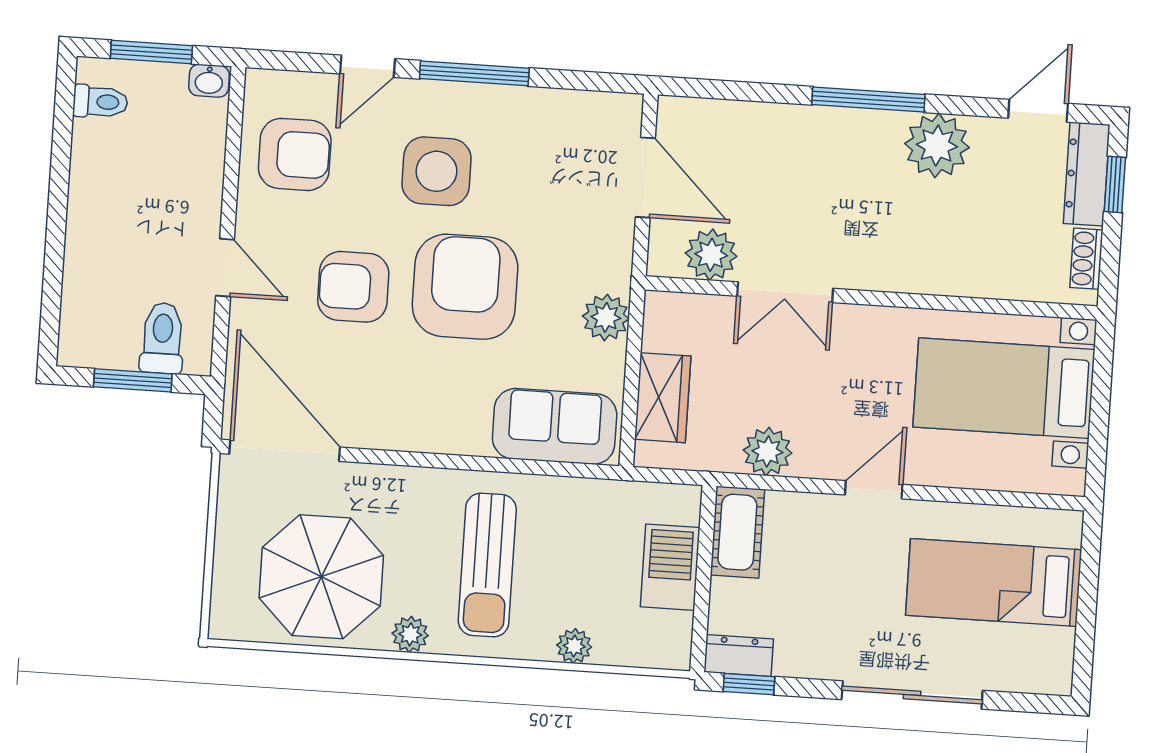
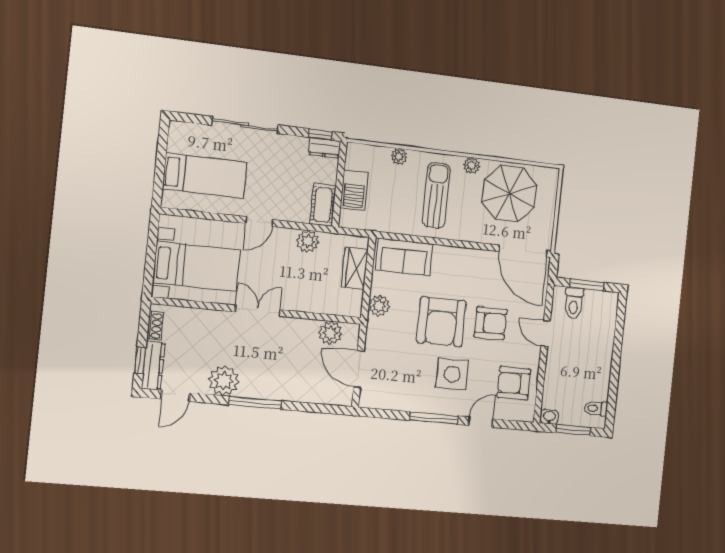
double door: (785, 292) -> (258, 311), moved

